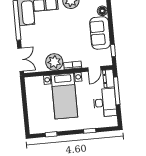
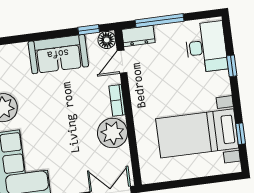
floor lamp: (102, 11) -> (107, 40), moved
door: (94, 69) -> (122, 62), swing flipped
bed with nightstands: (64, 96) -> (197, 133), moved, turned 180
desk: (105, 103) -> (206, 47), moved, turned 90

